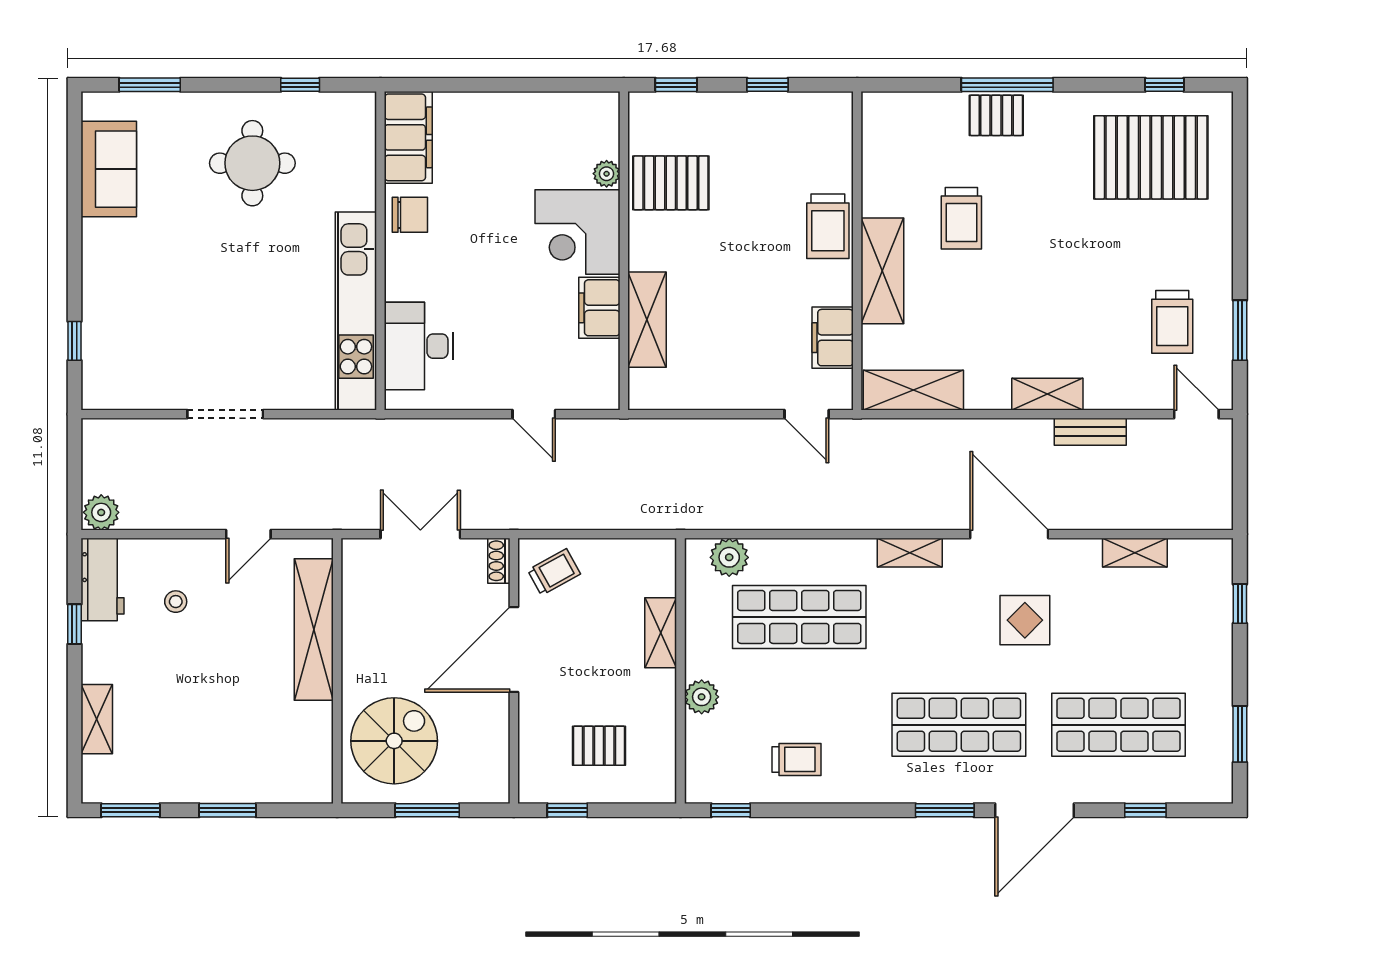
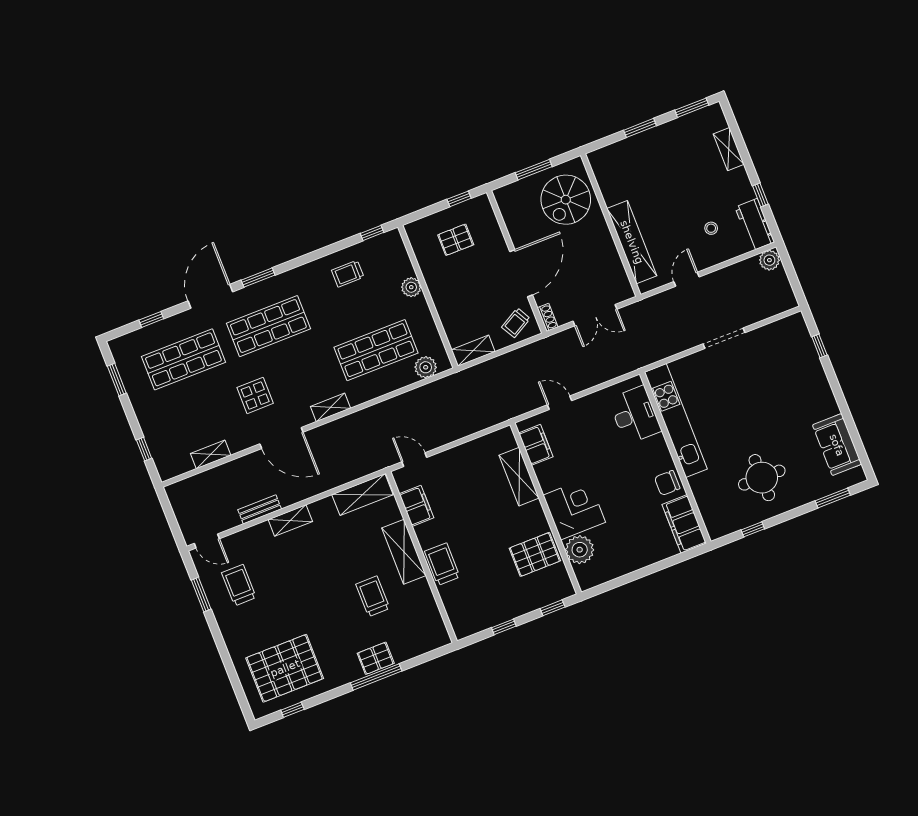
plant: (607, 174) -> (580, 550), width x1.88, depth x1.88
filing cabinet: (599, 308) -> (536, 445), moved
shelving: (661, 633) -> (473, 351), moved, turned 90

